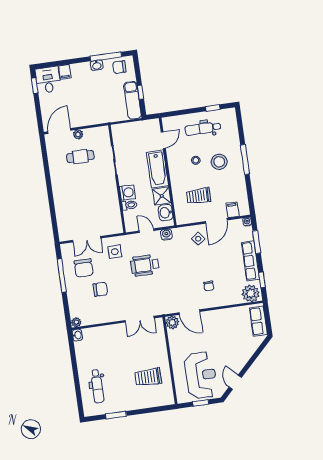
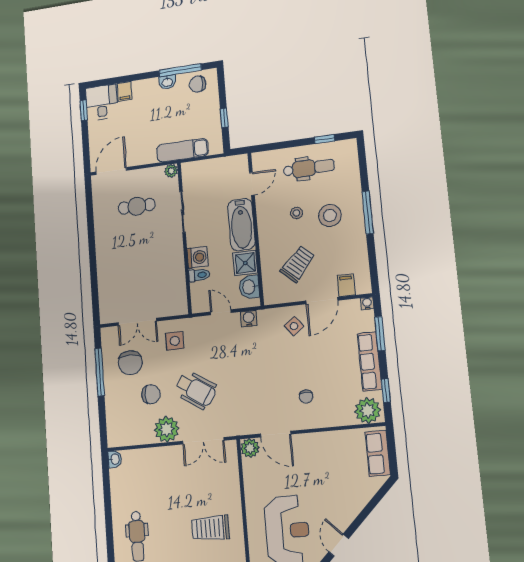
exam couch: (132, 100) -> (182, 150), moved, turned 90
dental chair: (203, 128) -> (309, 168), turned 180
plant: (78, 134) -> (171, 171), moved
trolley: (199, 196) -> (298, 264), turned 132
wheelchair: (145, 265) -> (196, 390), moved, turned -147
plant: (76, 322) -> (167, 429), moved, width x1.88, depth x1.88

